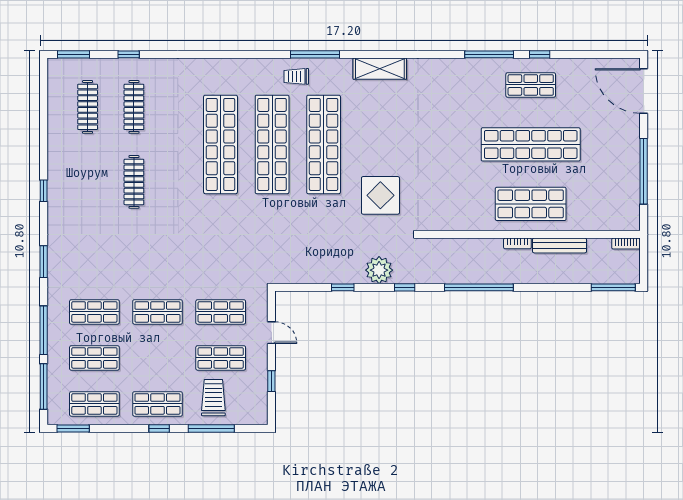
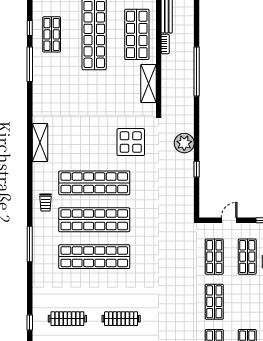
window: (315, 54) -> (30, 244), moved
shelving: (462, 220) -> (149, 83), added
window: (405, 287) -> (197, 125), removed

